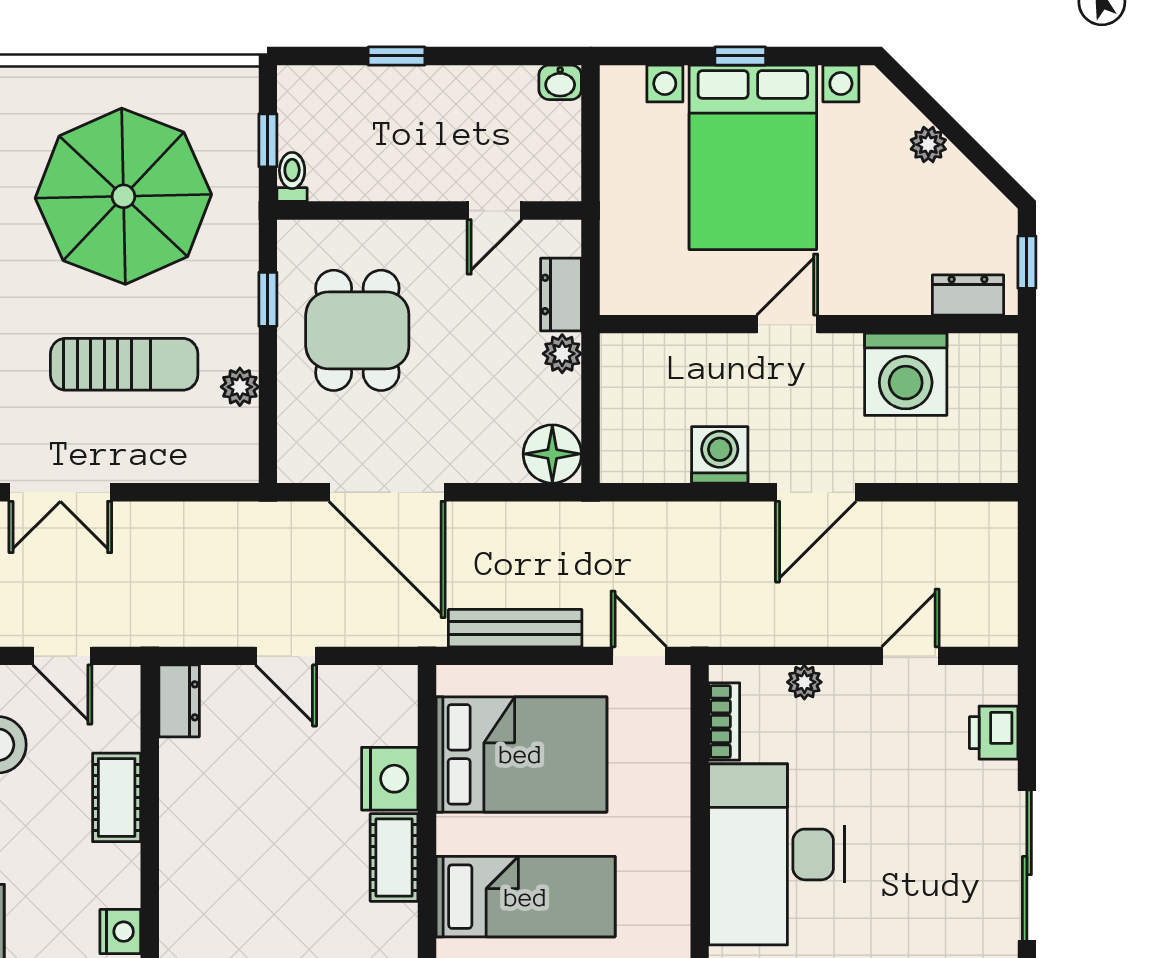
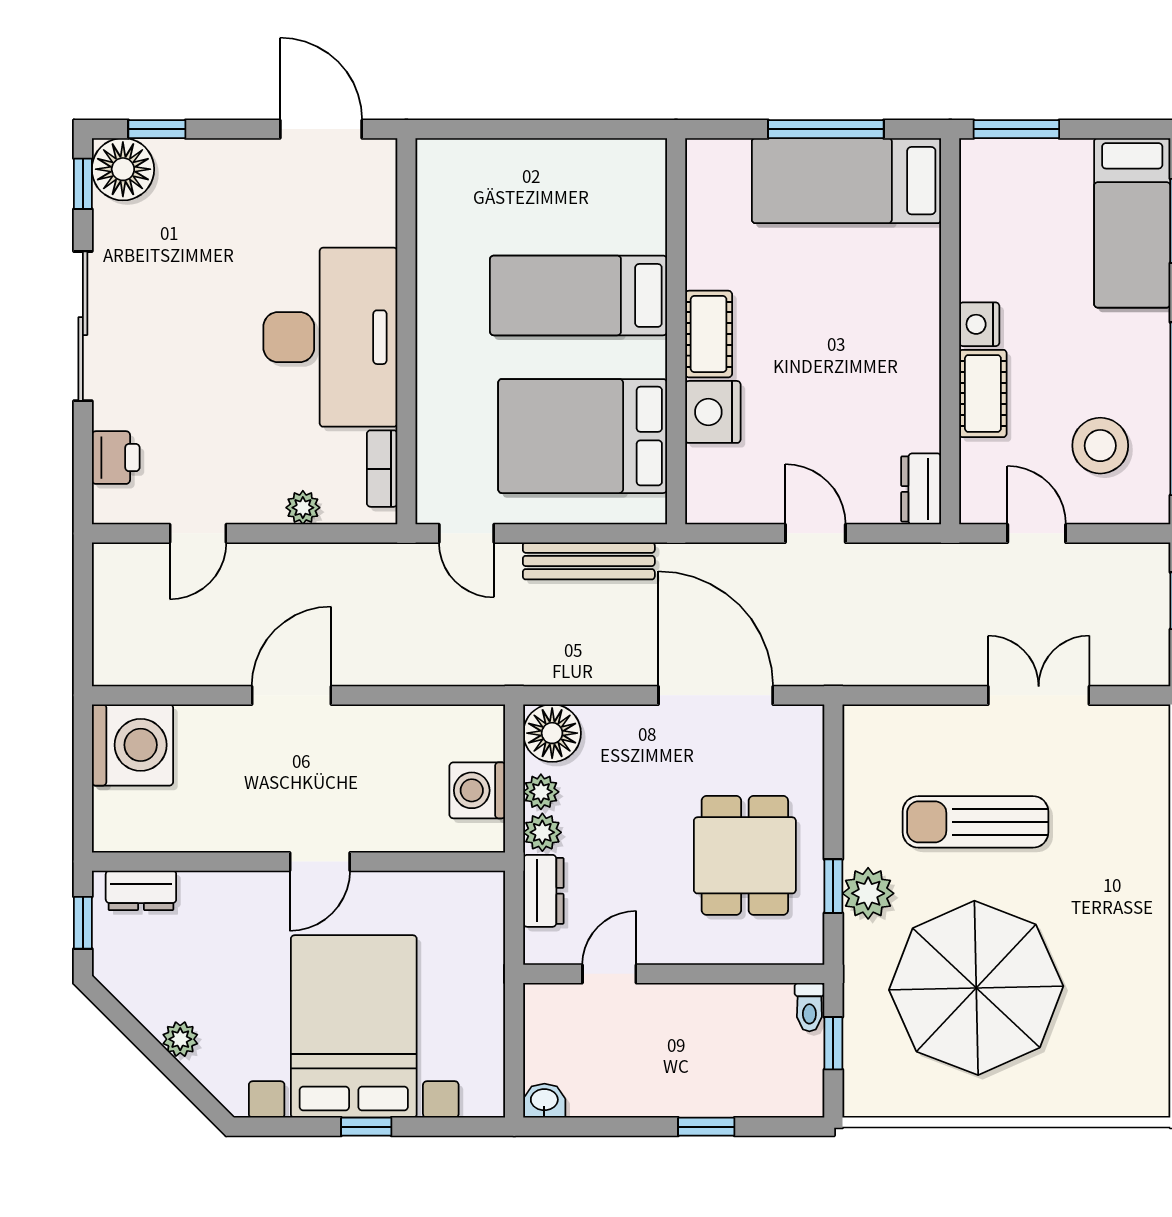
washing machine: (906, 374) -> (132, 745), moved, turned 90
plant: (240, 387) -> (868, 893), moved, width x1.38, depth x1.38
plant: (564, 395) -> (541, 792), added
washing machine: (720, 455) -> (477, 790), moved, turned 90
nightstand: (120, 932) -> (979, 324), moved

